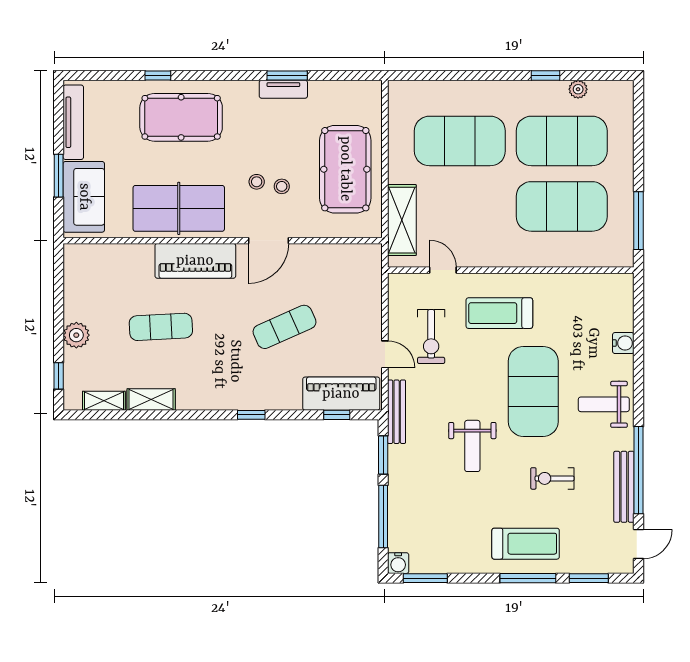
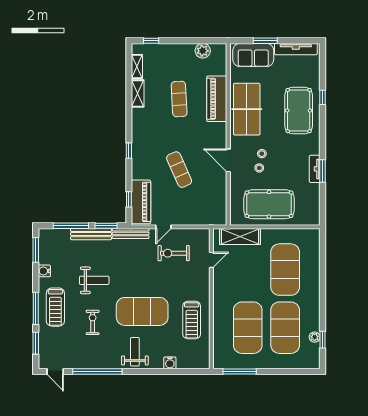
window: (546, 75) -> (322, 340), moved
piano: (195, 261) -> (217, 99), moved
treadmill: (499, 313) -> (192, 320), moved, turned 180
plant: (76, 335) -> (203, 51), moved
weight bench: (472, 446) -> (94, 280), moved, turned 180
bench: (624, 487) -> (91, 234), moved
water cooler: (398, 563) -> (44, 271), moved

